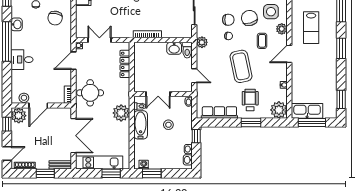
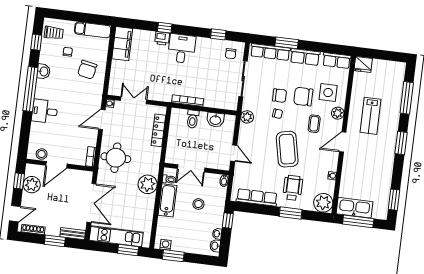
chair: (249, 18) -> (303, 97), turned -75
toilet: (187, 50) -> (193, 119), moved
plant: (19, 116) -> (32, 185), moved

